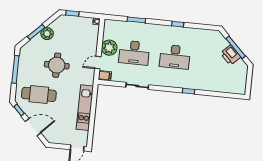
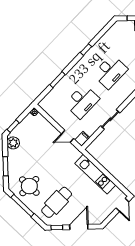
plant: (47, 34) -> (13, 143), moved
plant: (109, 48) -> (63, 118), removed
door: (98, 63) -> (68, 136), hinge flipped
round table: (57, 65) -> (29, 186), moved

